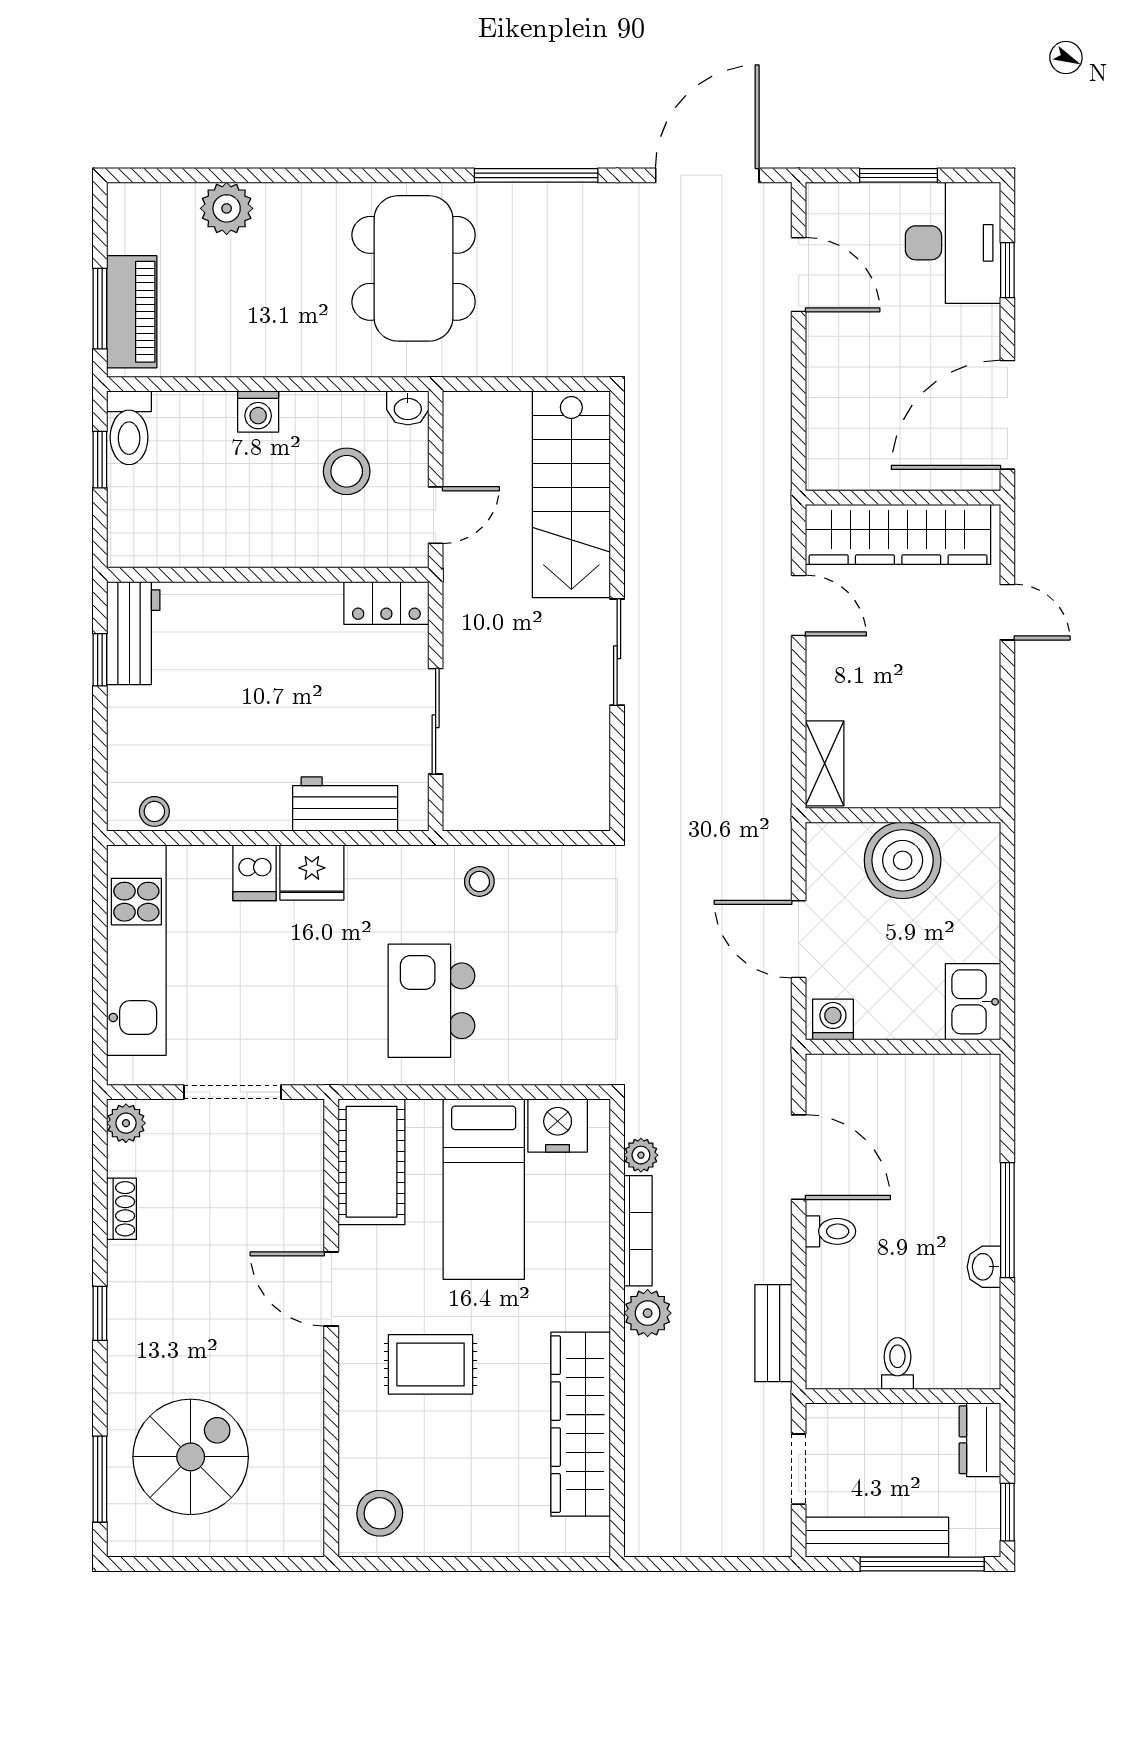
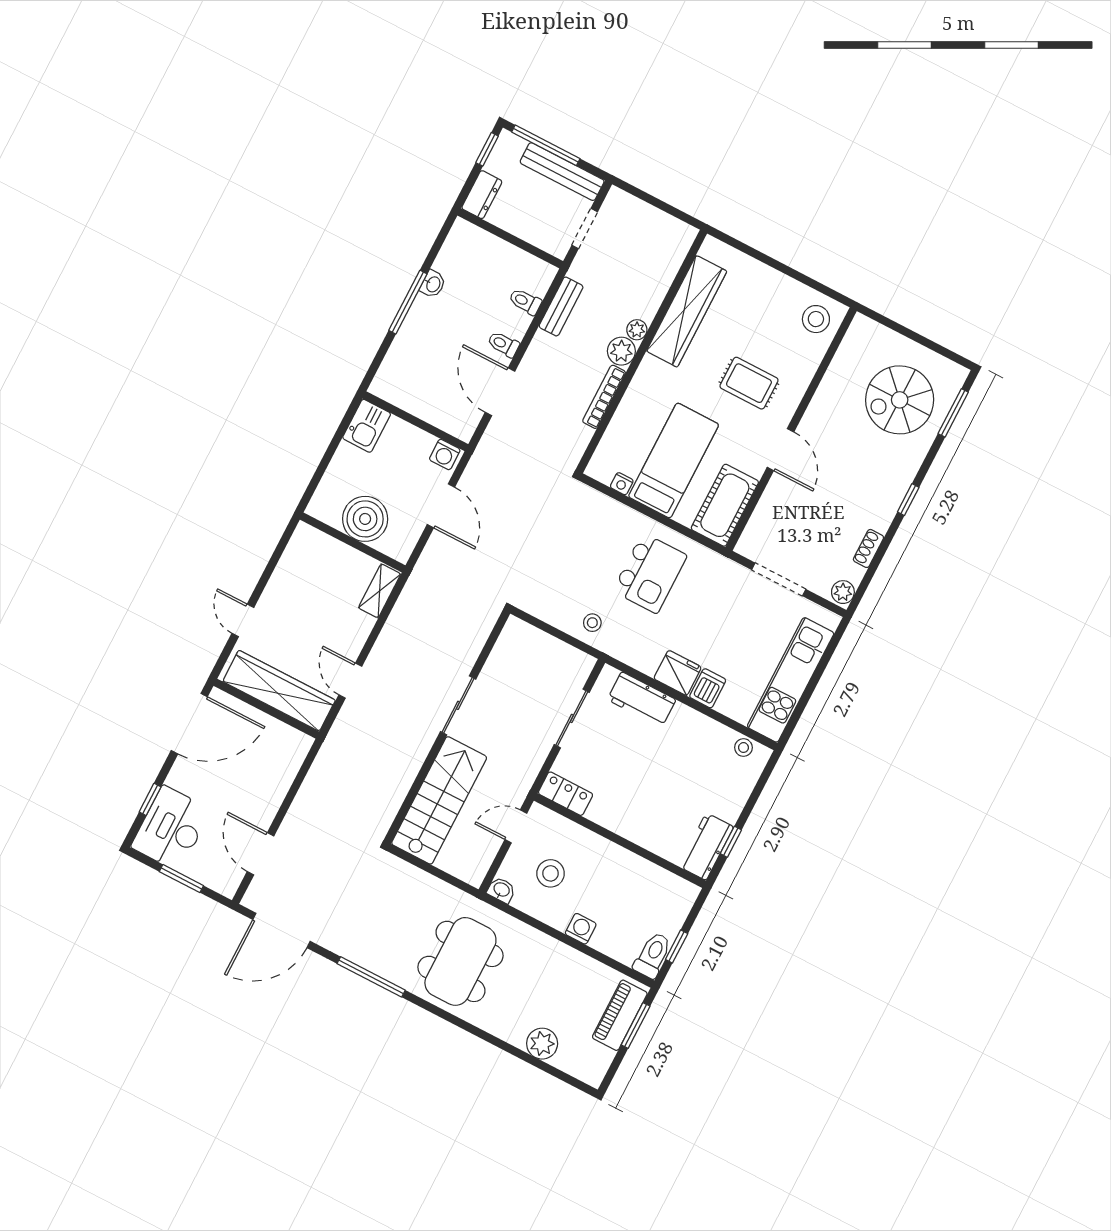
nightstand: (558, 1126) -> (622, 484), width x0.53, depth x0.56
plant: (641, 1155) -> (637, 330), moved
toilet: (897, 1364) -> (525, 302), moved, turned 90

